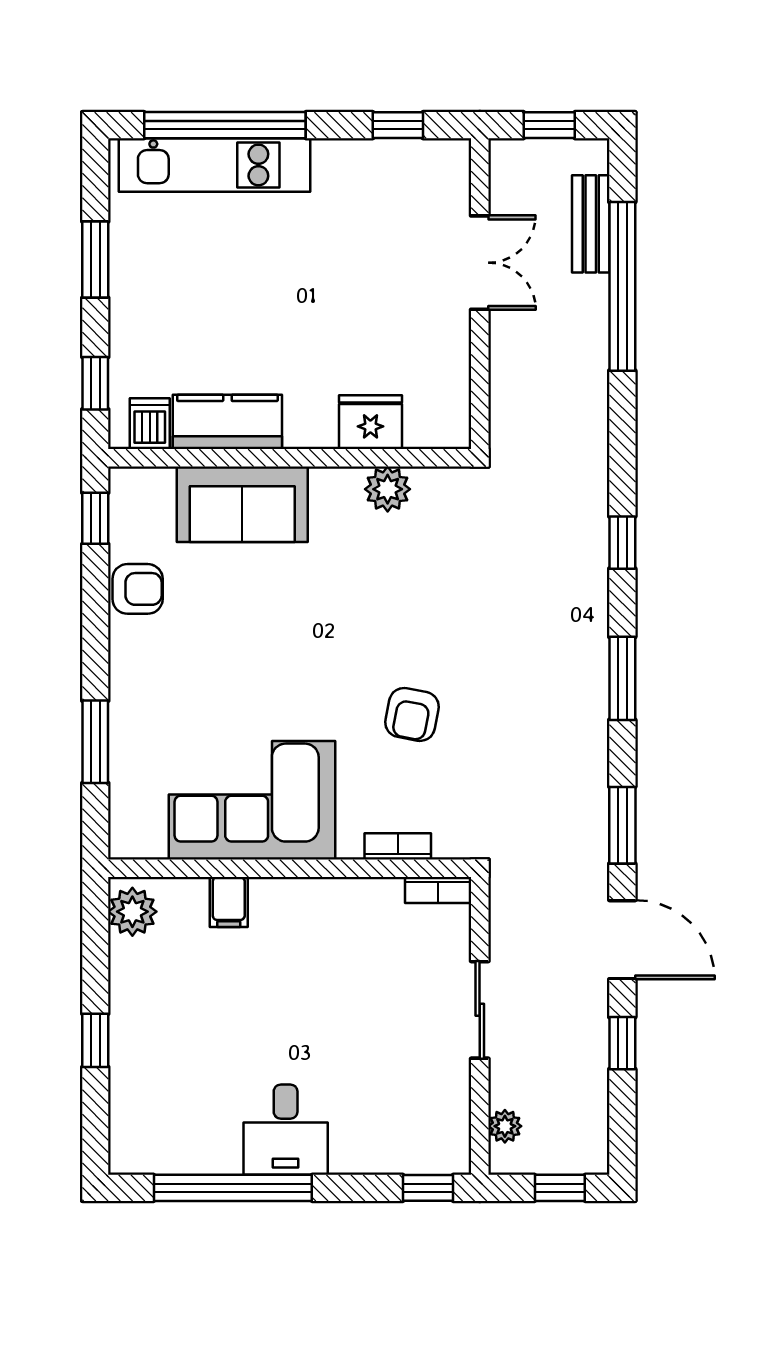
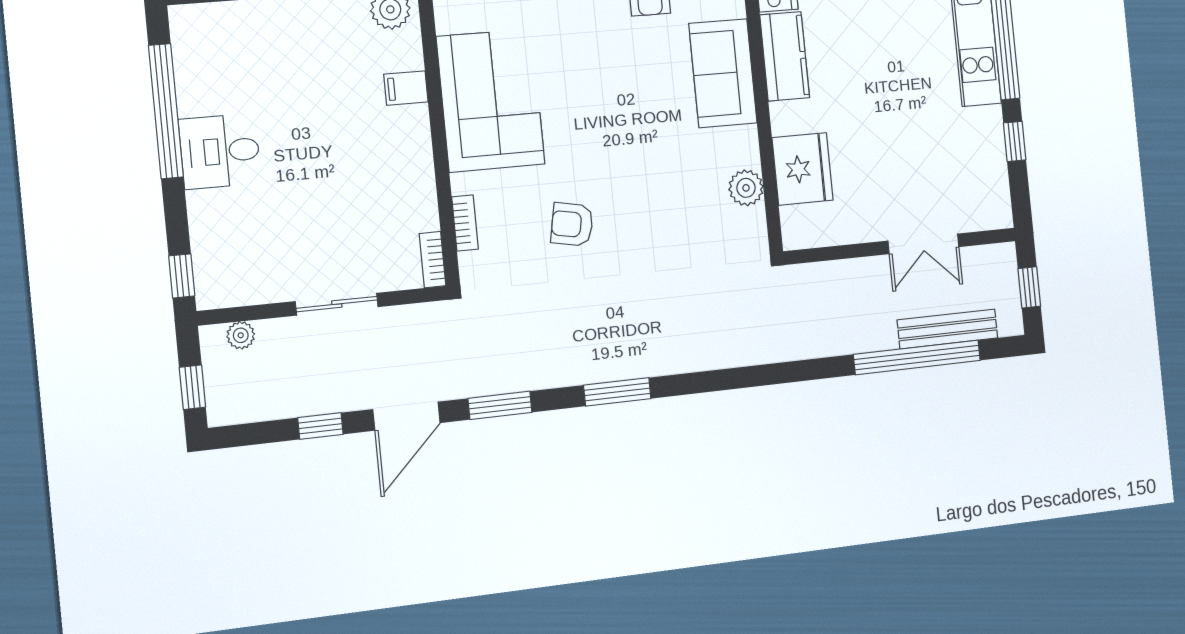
window: (398, 125) -> (1015, 141), moved
bench: (591, 224) -> (948, 329), width x1.36
fridge: (370, 422) -> (803, 169), width x1.36, depth x1.34
window: (622, 543) -> (723, 380), removed

